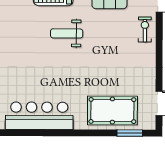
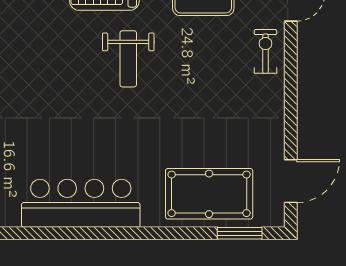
weight bench: (67, 33) -> (128, 59), turned -90

